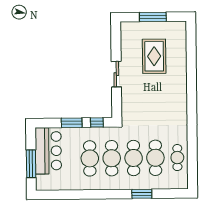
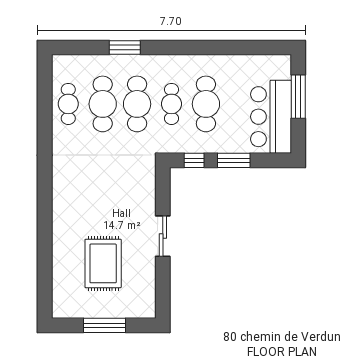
cafe table: (112, 158) -> (171, 104), width x0.73, depth x0.74

